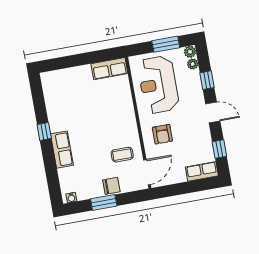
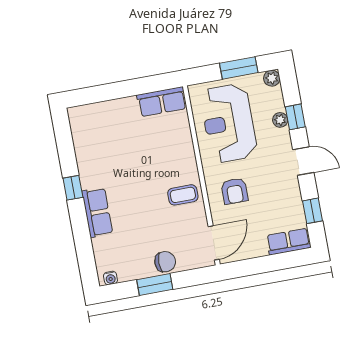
plant: (193, 64) -> (280, 120), moved
coffee table: (122, 155) -> (183, 195), moved

